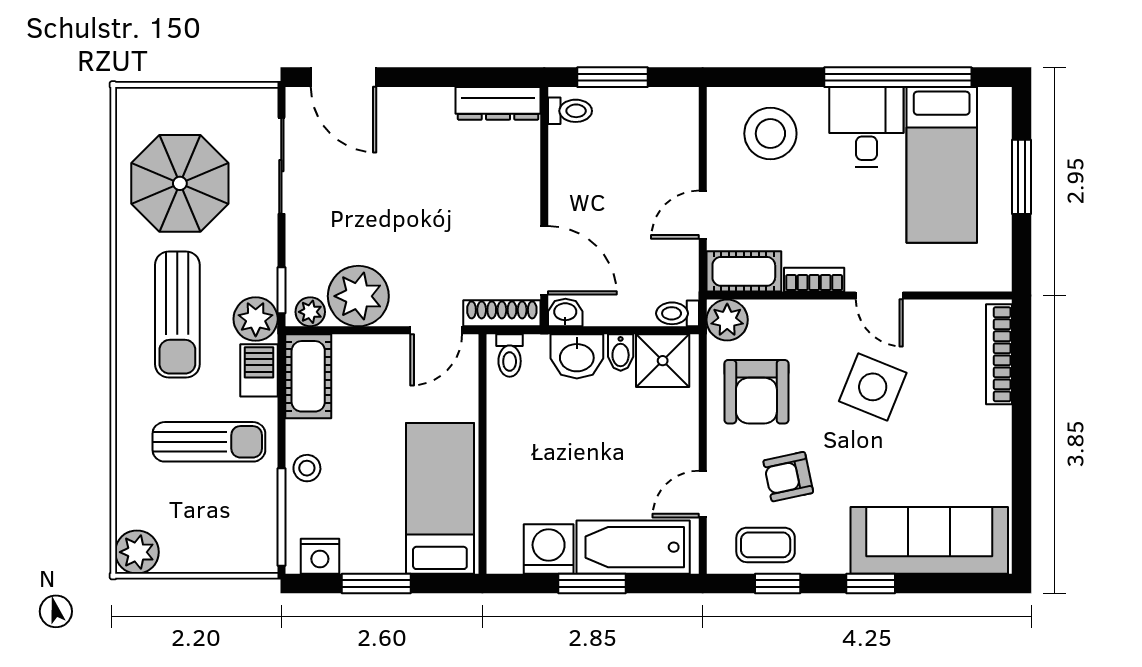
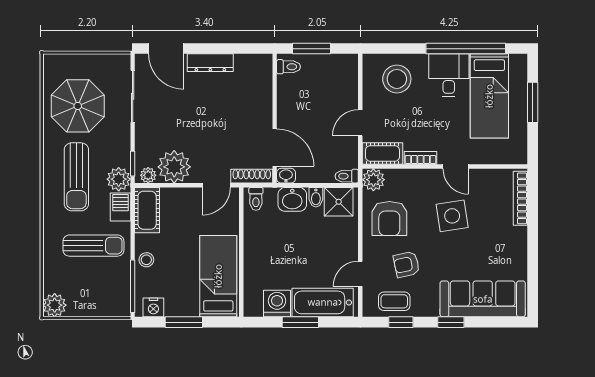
dresser: (498, 103) -> (210, 63), moved
side table: (873, 387) -> (452, 216), turned -31

